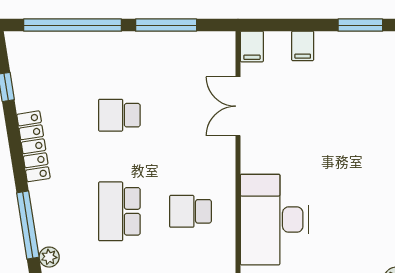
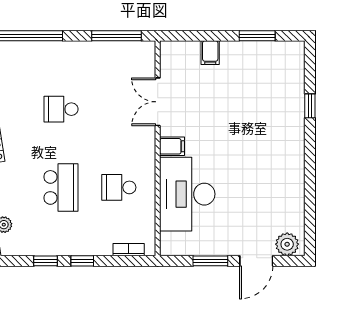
window: (166, 25) -> (117, 36), moved
filing cabinet: (252, 46) -> (172, 146), moved, turned -90
school desk: (119, 211) -> (61, 187), turned 180

